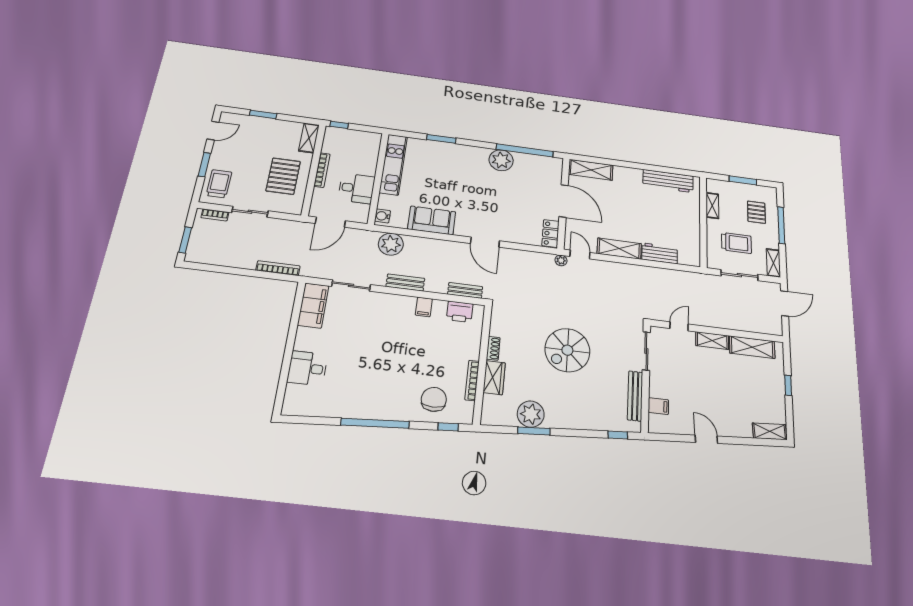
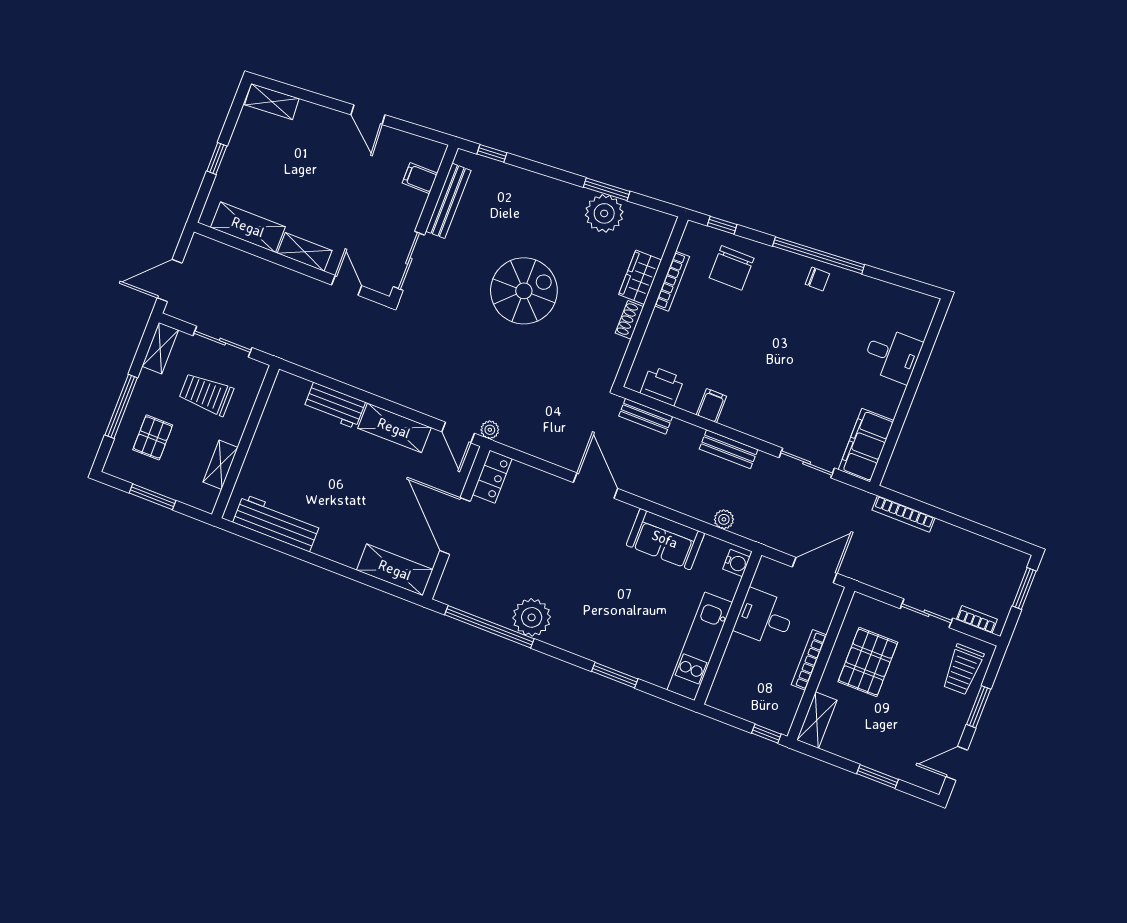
plant: (391, 244) -> (724, 519), width x0.53, depth x0.53
door: (679, 326) -> (347, 285), swing flipped
chair: (372, 407) -> (817, 279), added

